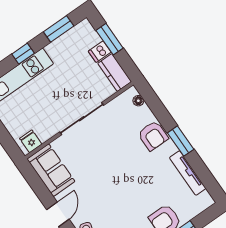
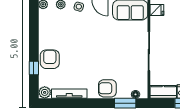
window: (181, 141) -> (125, 103), moved
plant: (205, 201) -> (45, 92), added

